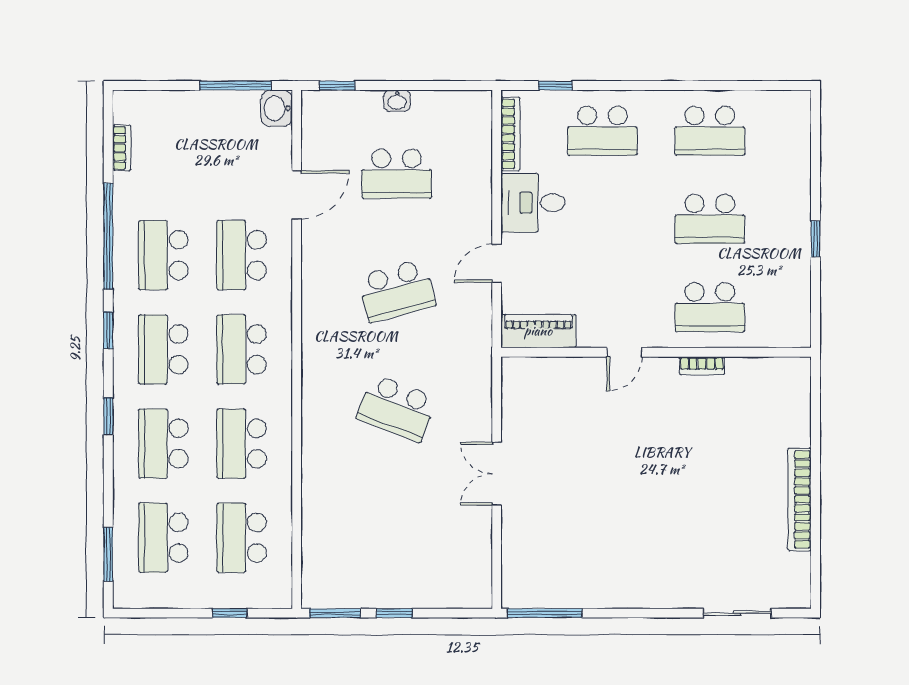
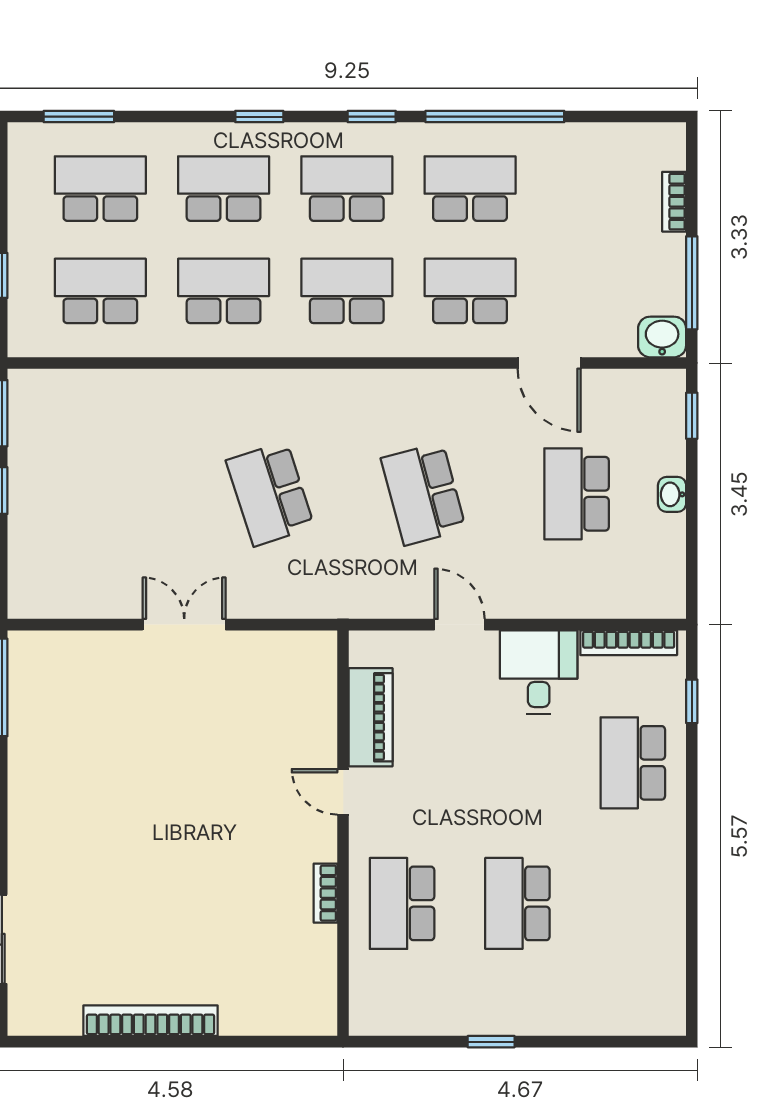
school desk: (710, 131) -> (633, 903), removed
bookcase: (122, 148) -> (674, 202), moved, turned 90
piano: (538, 331) -> (371, 717), moved
school desk: (397, 408) -> (270, 494), turned -39

